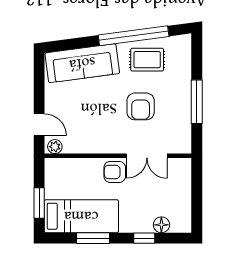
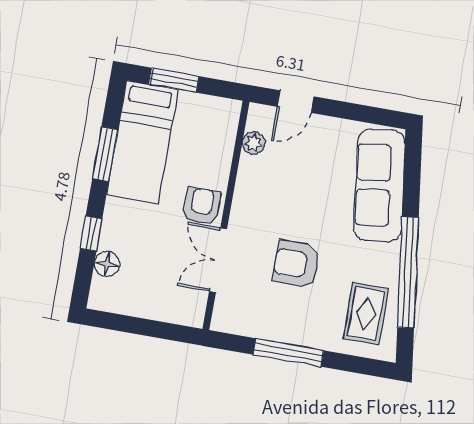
rug: (147, 60) -> (366, 314), moved
plant: (55, 147) -> (253, 143), moved

